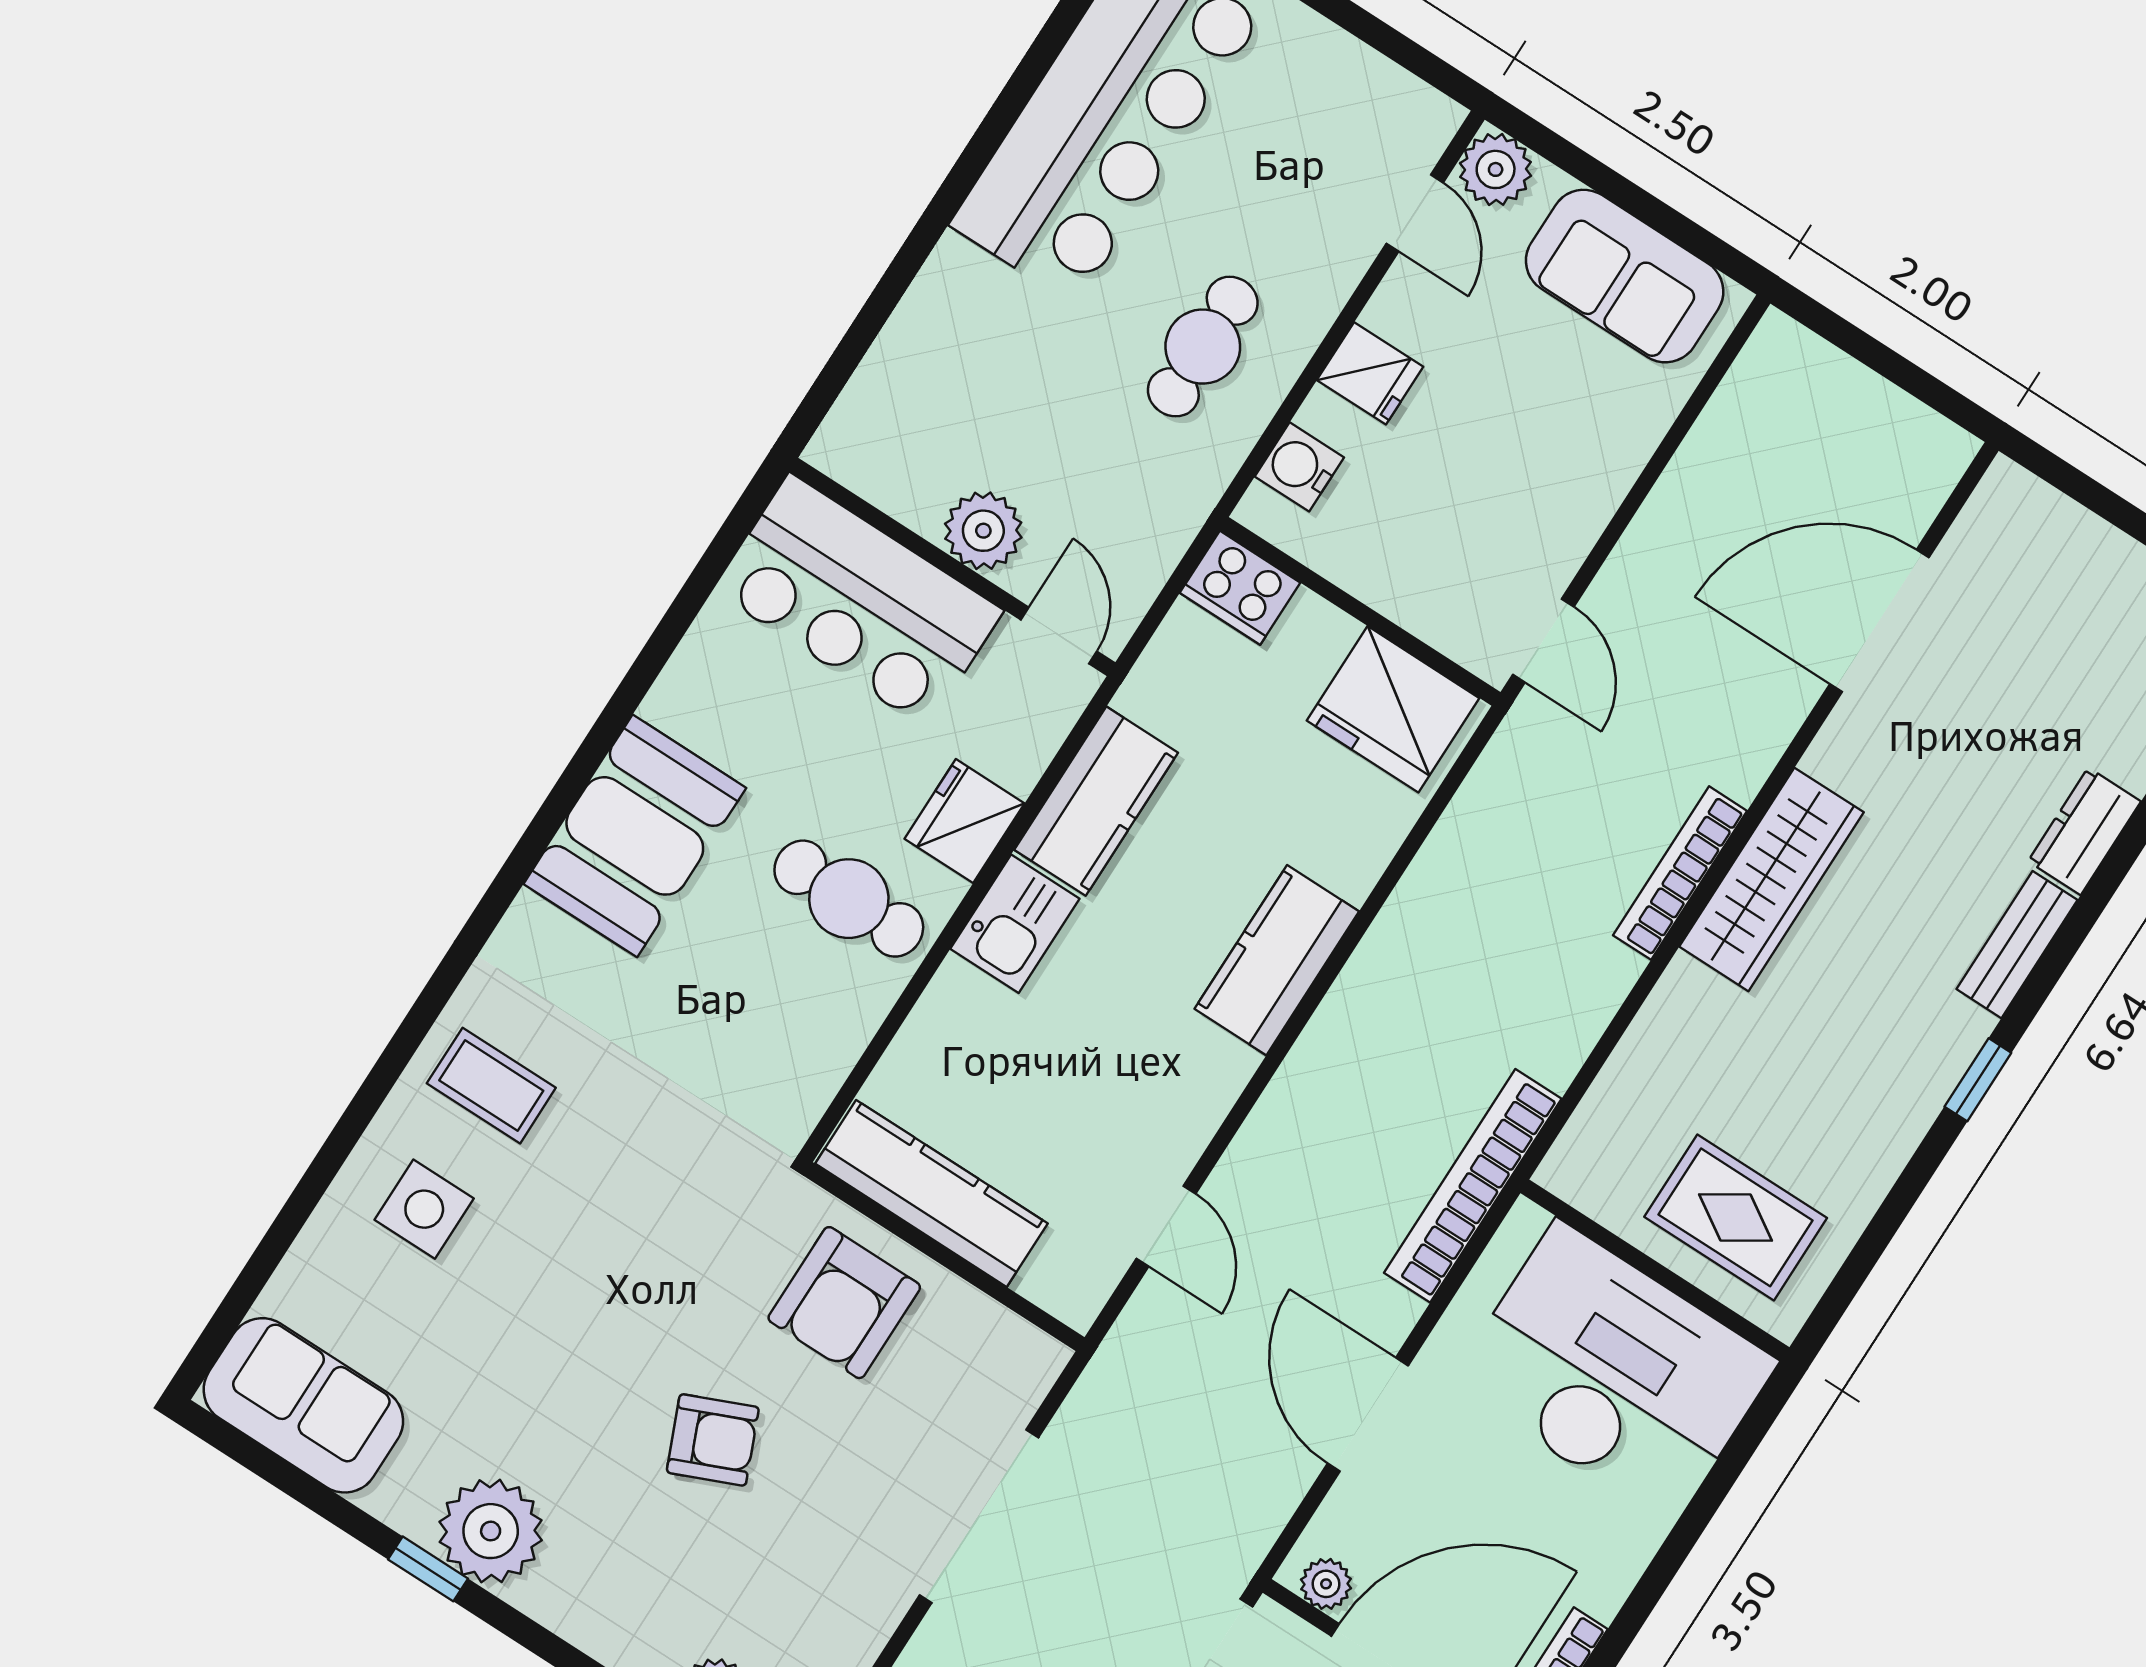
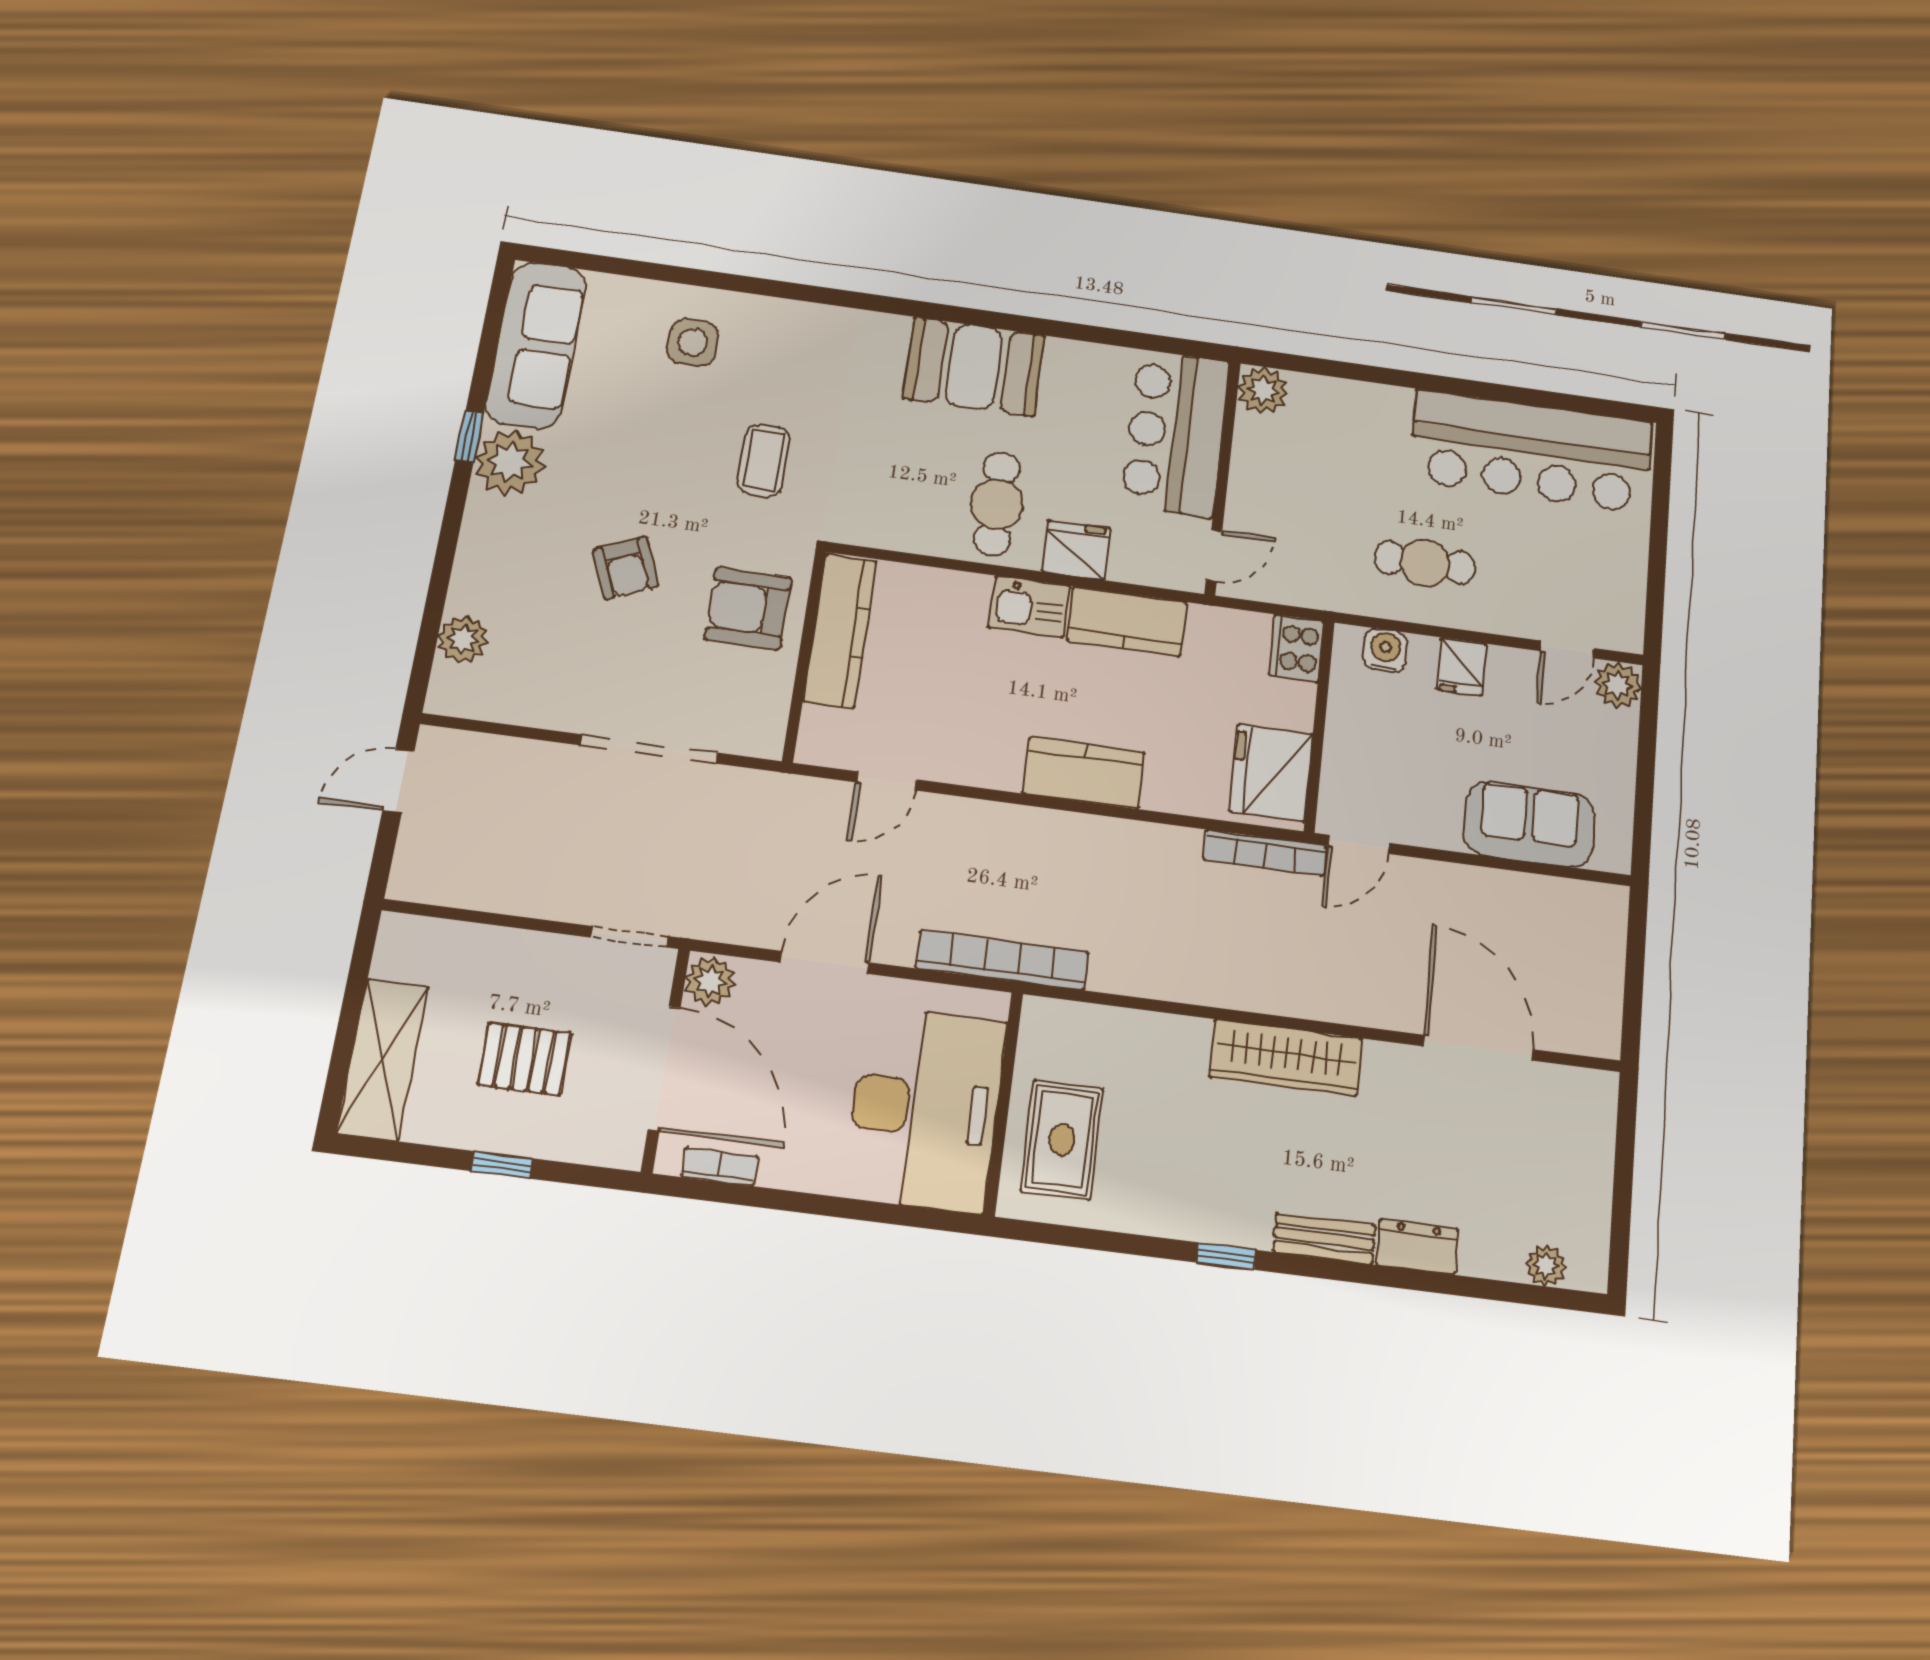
sofa: (1625, 276) -> (1529, 824), moved, turned 90
plant: (983, 531) -> (1263, 390), moved
bookcase: (1680, 873) -> (1265, 853), moved, turned 180
coffee table: (491, 1086) -> (764, 460), moved
sofa: (303, 1405) -> (536, 345), width x1.36
plant: (1326, 1584) -> (710, 981), width x1.38, depth x1.38

